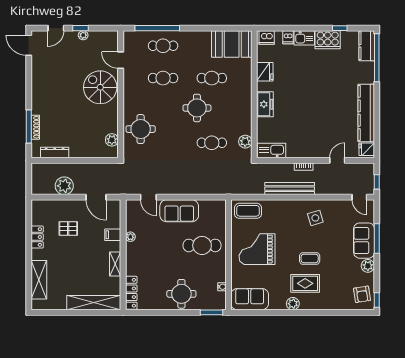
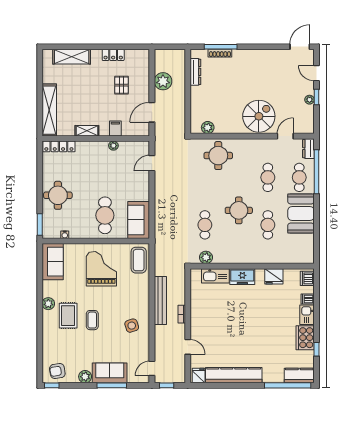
dresser: (133, 36) -> (308, 149), added
booth: (232, 44) -> (301, 214), moved
kitchen sink: (271, 151) -> (215, 276), moved, turned 90
sofa: (179, 211) -> (139, 220), moved

